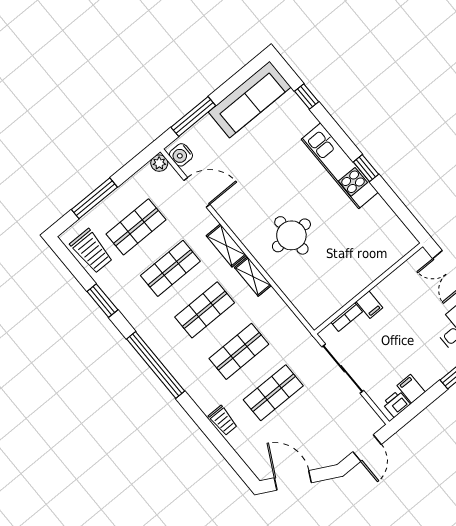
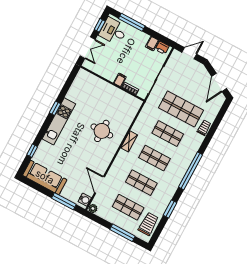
shelving: (226, 245) -> (119, 160), removed
shop shelf: (273, 393) -> (181, 109), width x1.43, depth x1.36

